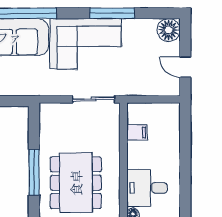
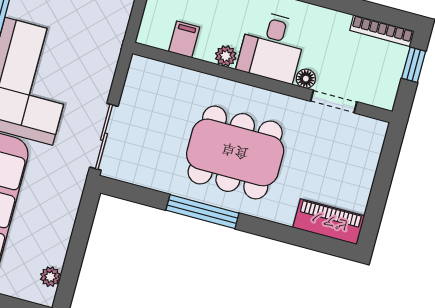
sliding door: (94, 99) -> (104, 137), moved
plant: (134, 161) -> (226, 56), added

